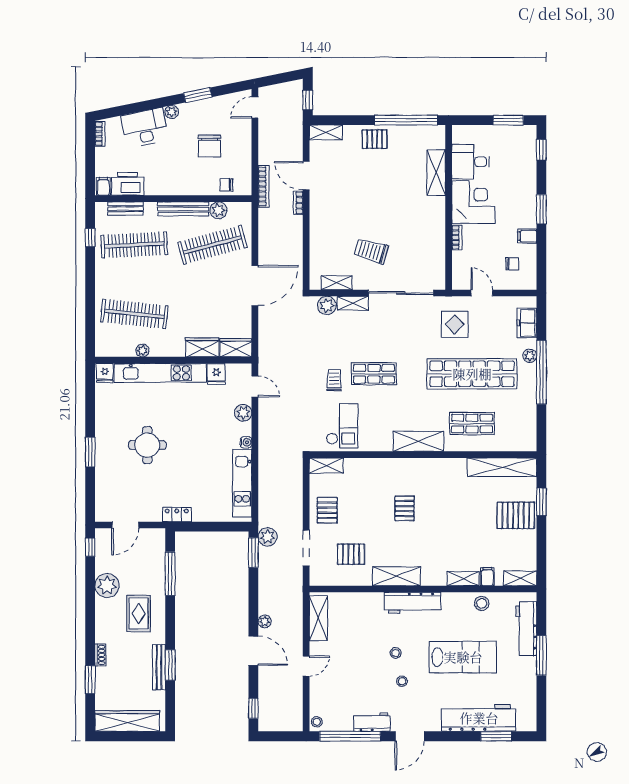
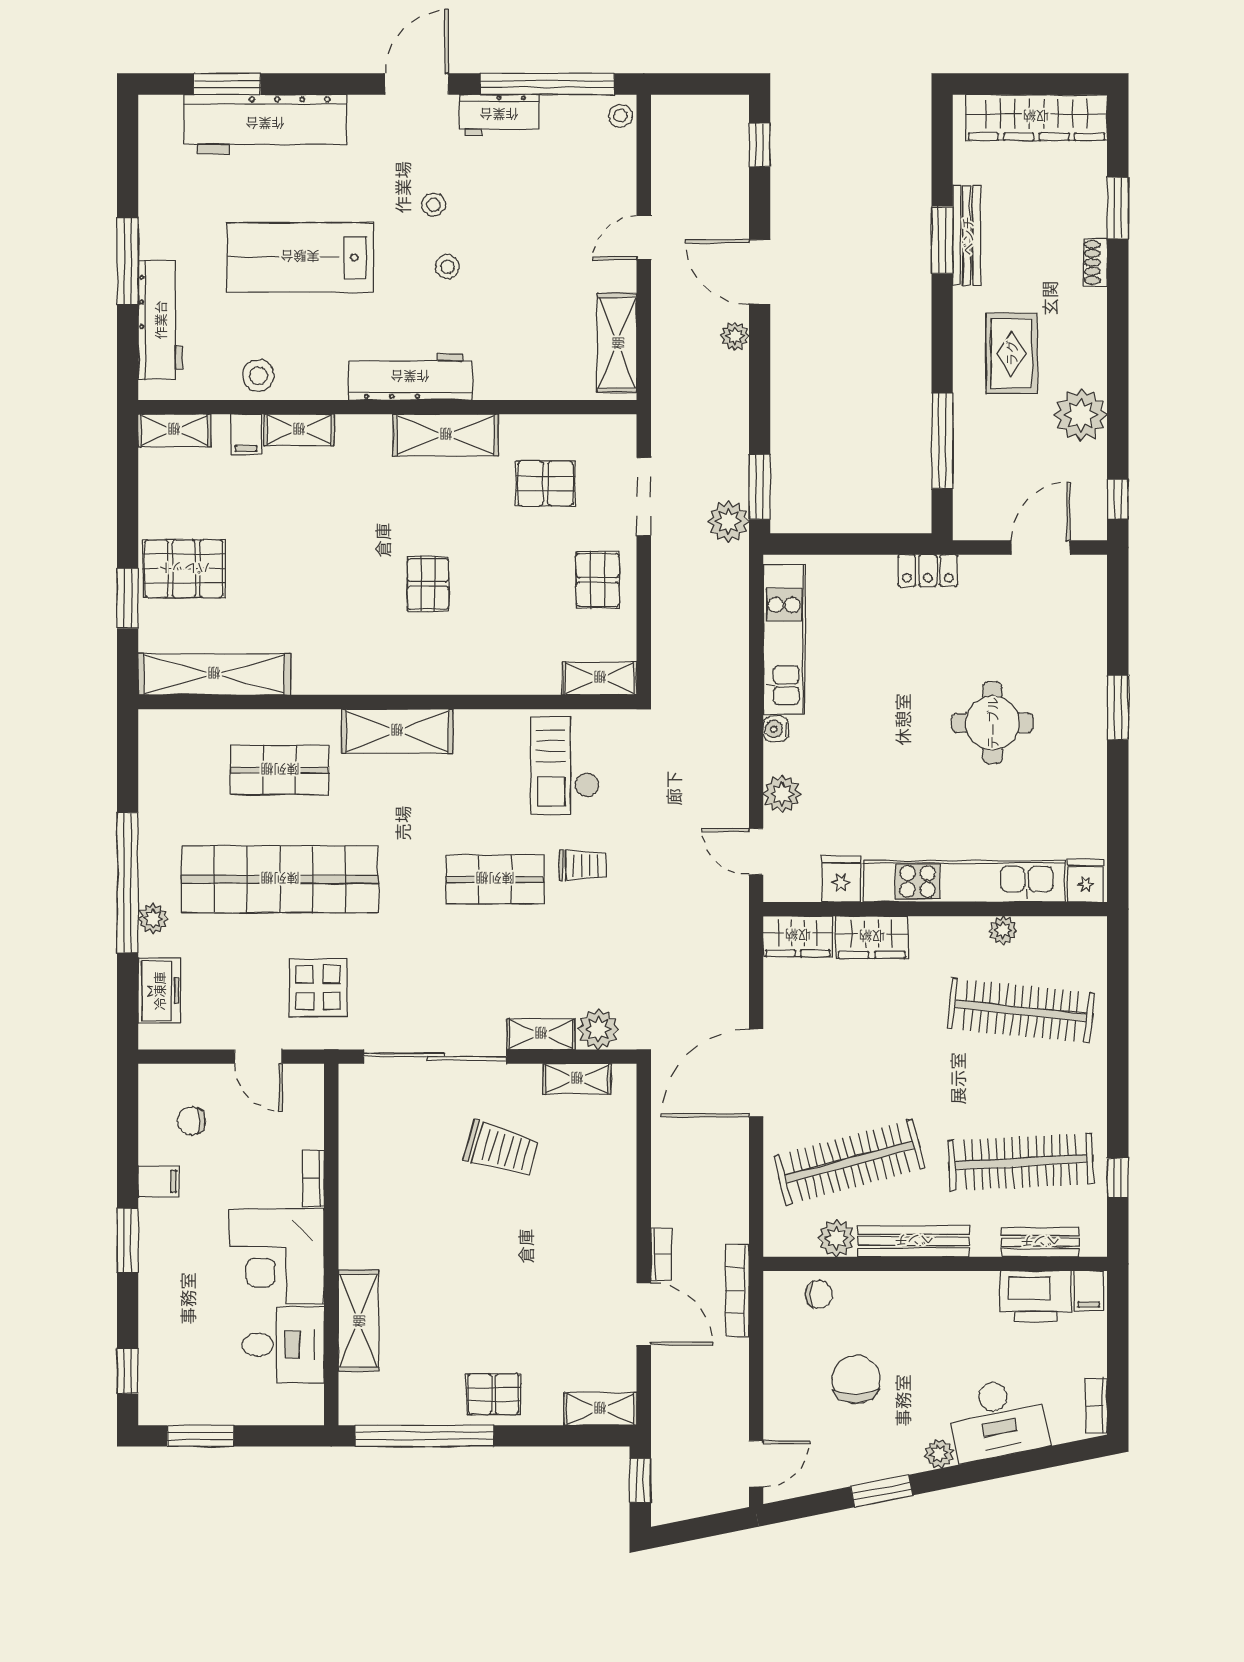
trolley: (334, 380) -> (582, 865), turned -90

